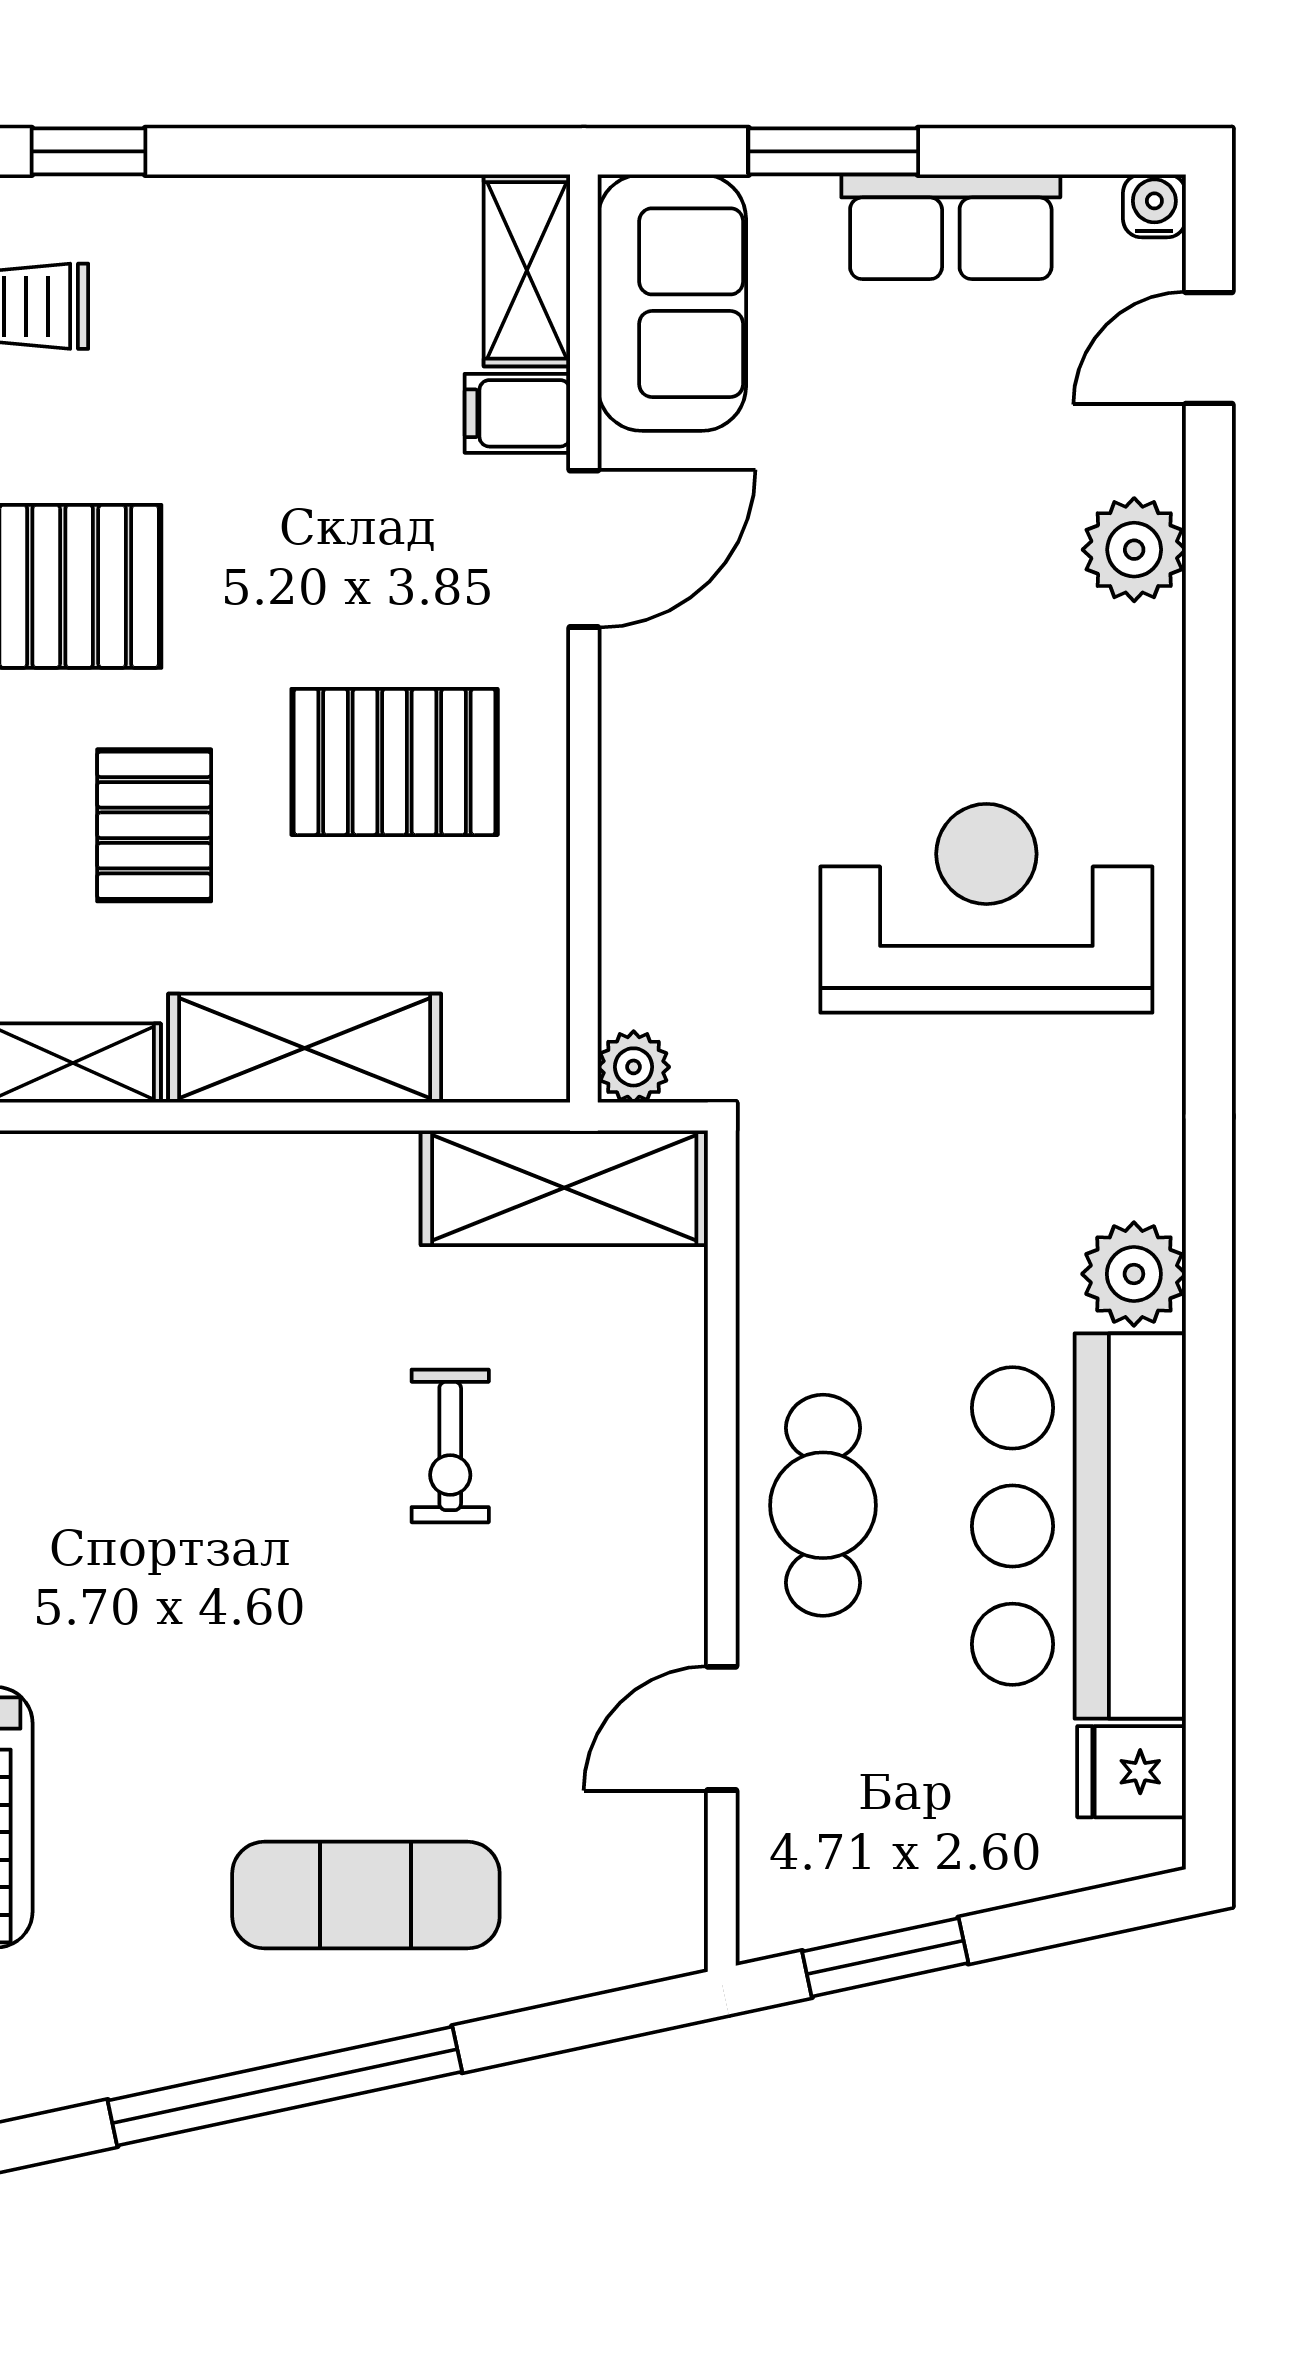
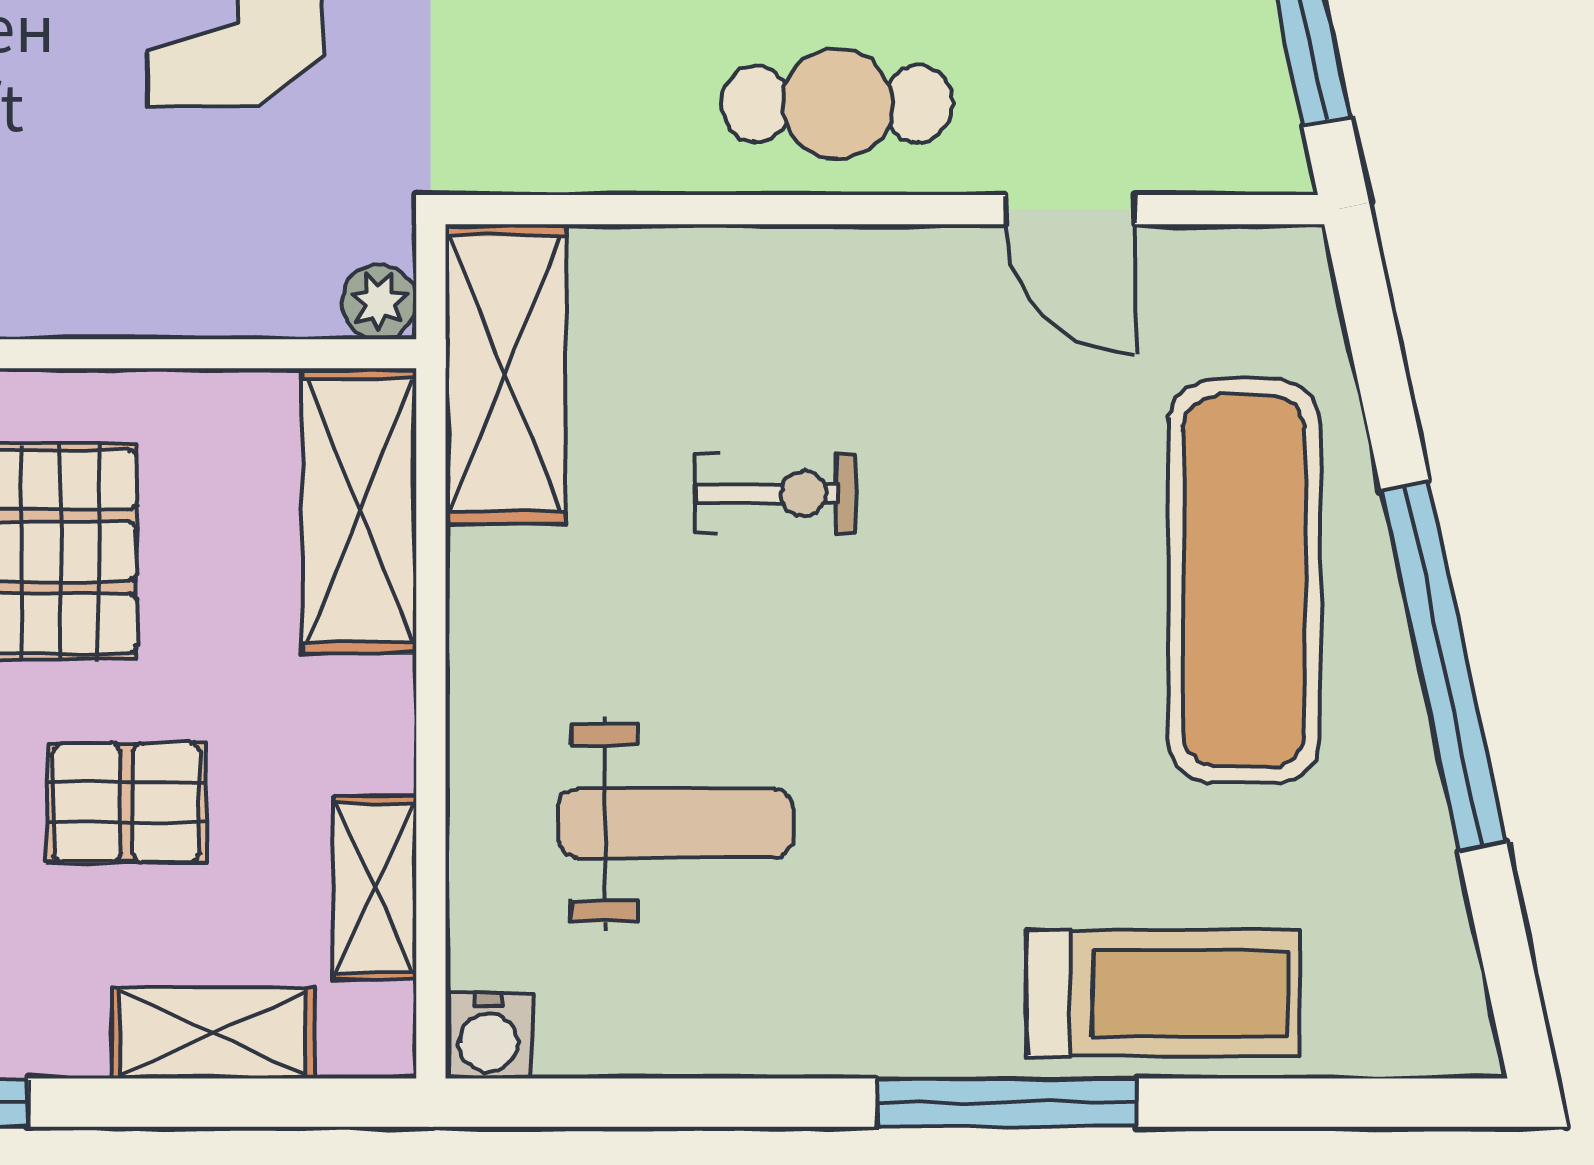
shelving: (305, 1048) -> (359, 511), moved
weight bench: (135, 1351) -> (675, 823), added
exercise mat: (366, 1895) -> (1244, 581), width x1.36, depth x1.45

